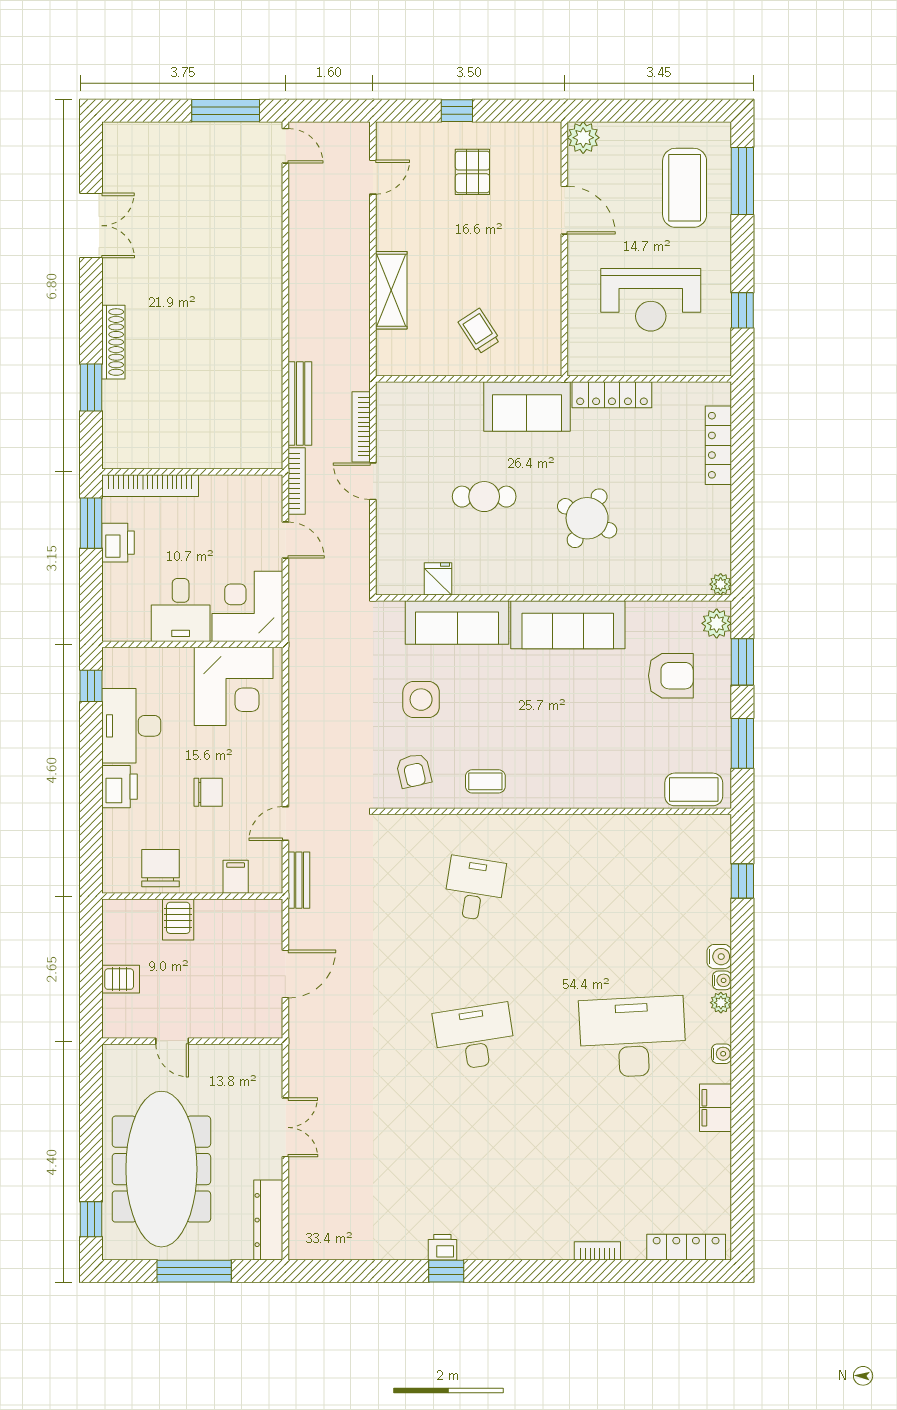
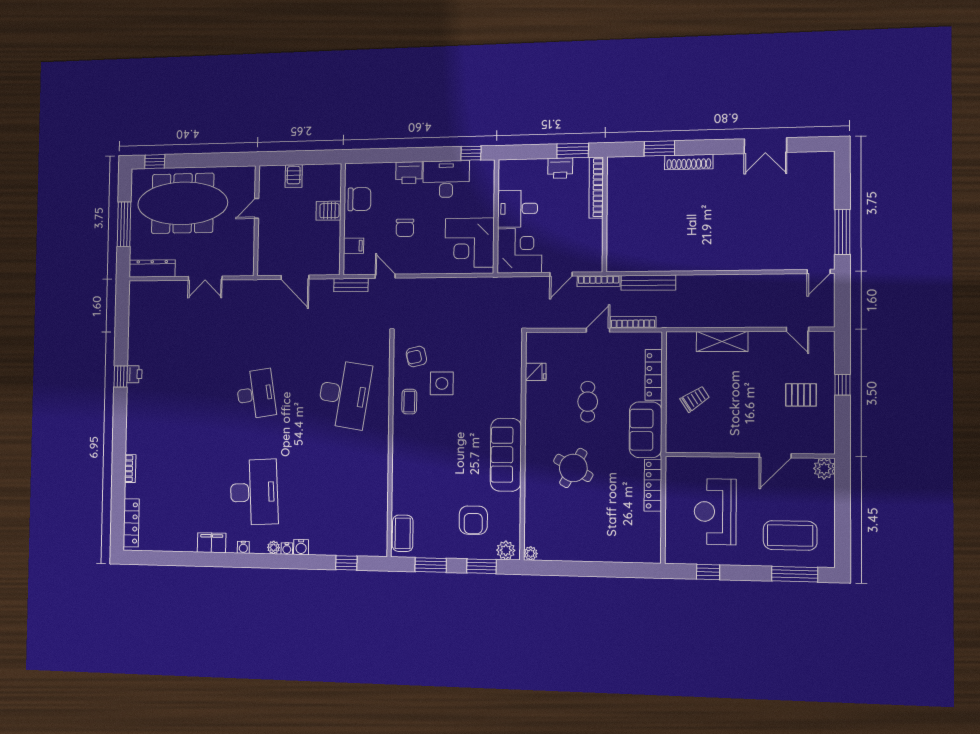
locker: (718, 445) -> (654, 375), moved, turned -90
sofa: (457, 622) -> (508, 384), removed
side table: (421, 700) -> (442, 383), moved
desk: (474, 889) -> (344, 394), width x1.87, depth x1.30

